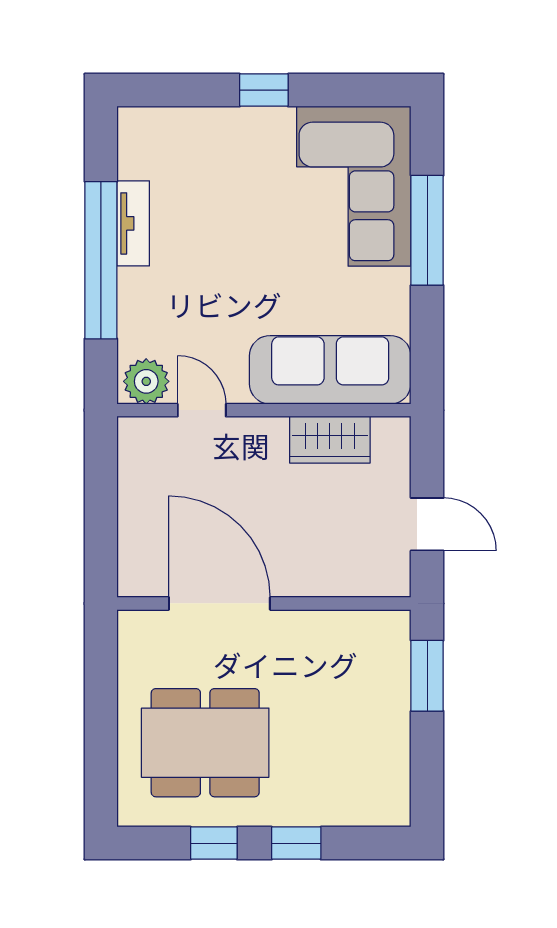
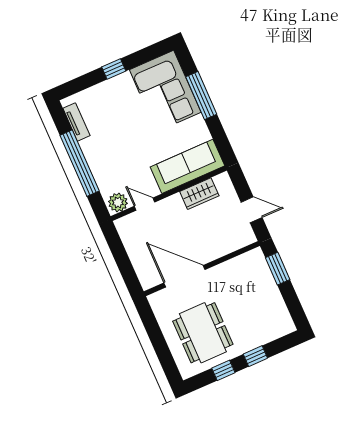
tv unit: (133, 223) -> (76, 122), moved
dining table: (205, 743) -> (203, 333), turned 90

